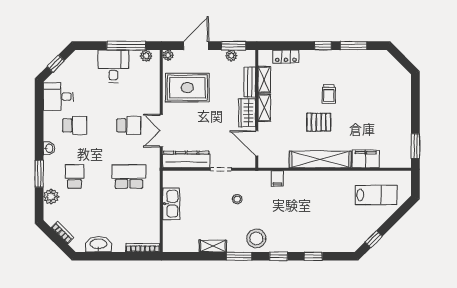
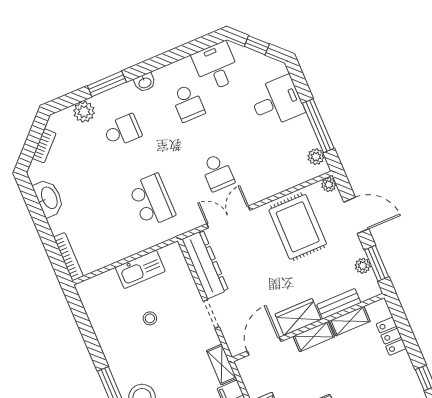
desk: (113, 66) -> (277, 102), moved
stool: (237, 199) -> (150, 318), moved
shelving: (213, 246) -> (221, 364), moved

